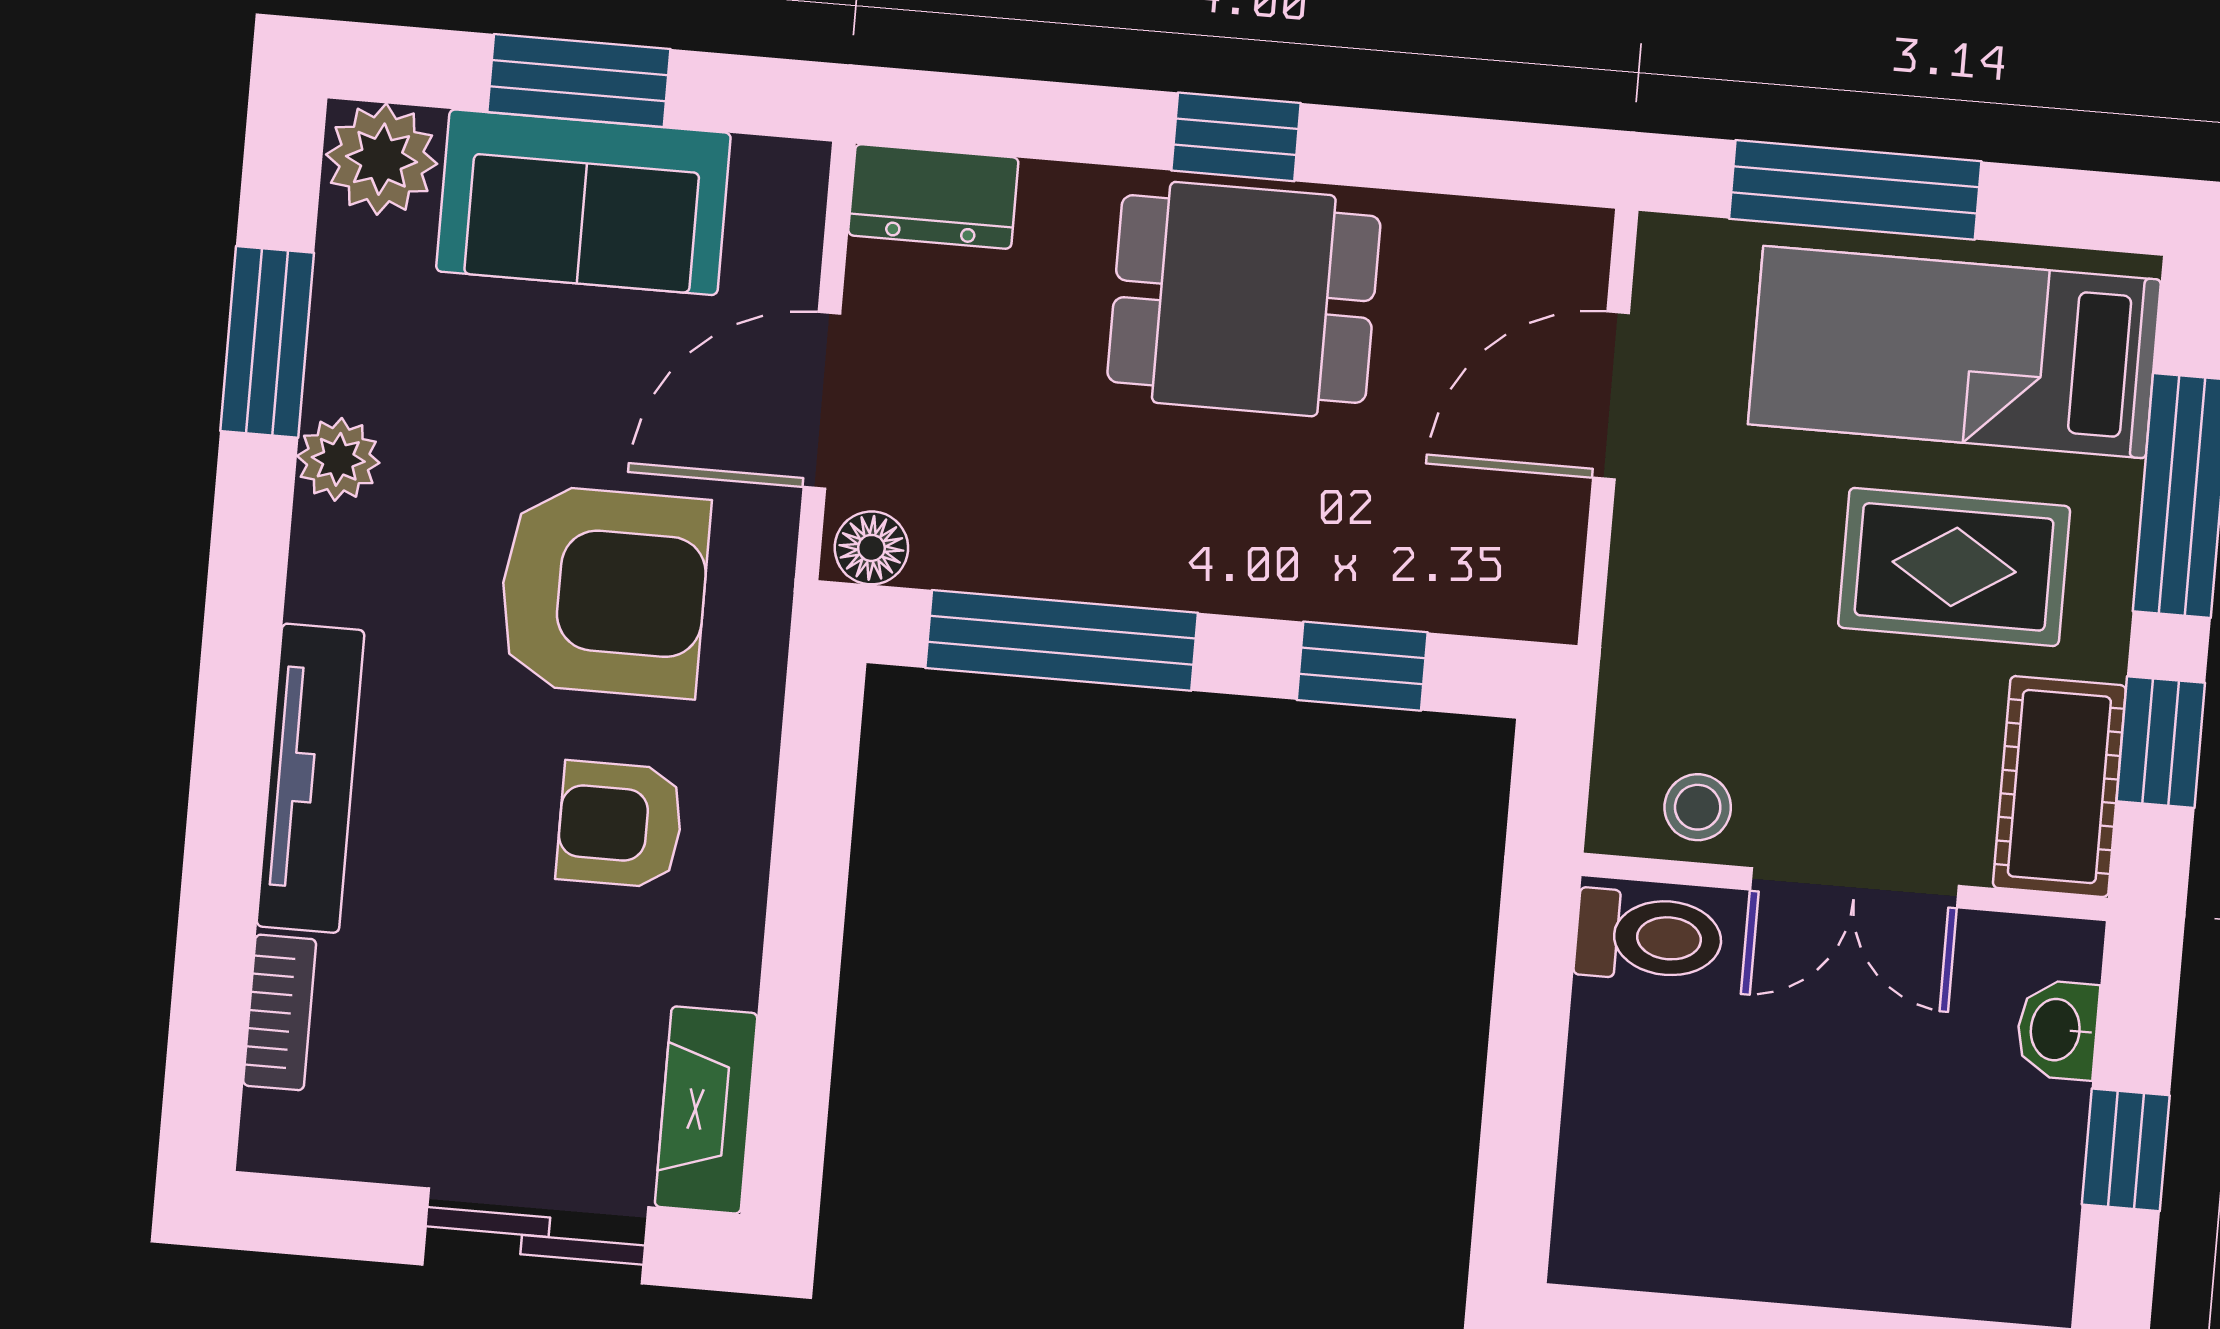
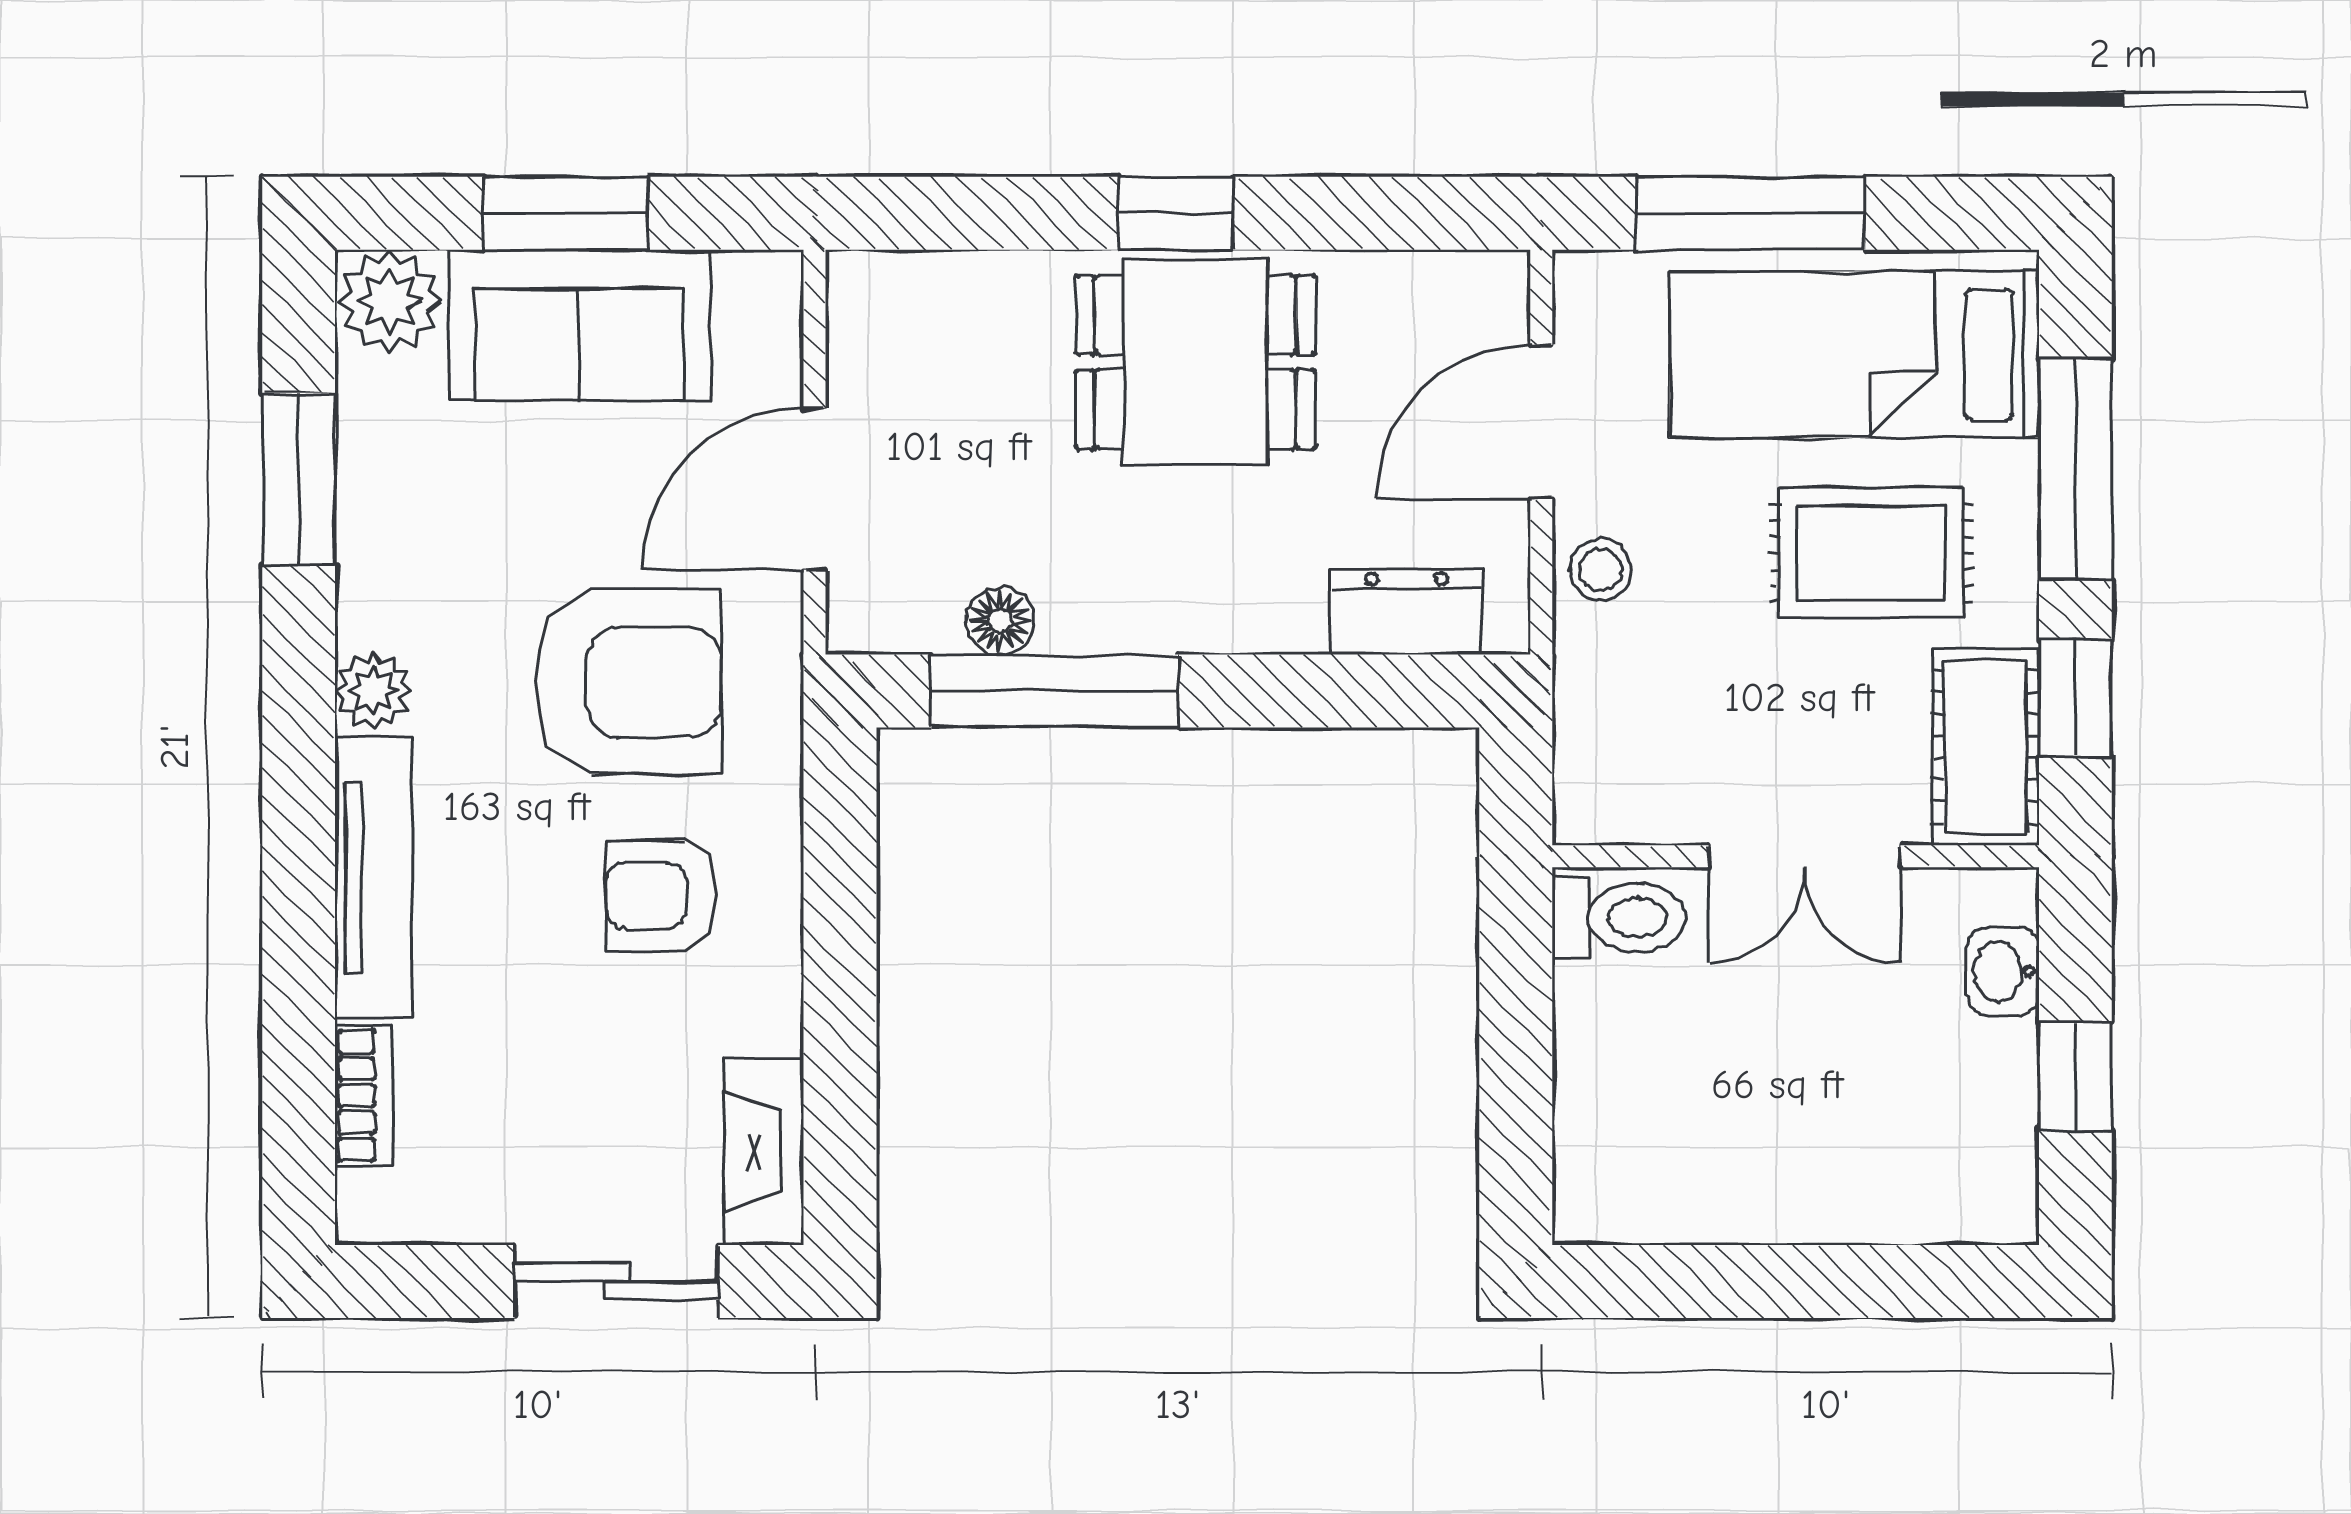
dresser: (933, 196) -> (1407, 612), moved, turned 180
plant: (338, 459) -> (373, 691), moved
floor lamp: (871, 548) -> (1000, 621), moved
window: (1362, 666) -> (1333, 691), removed
stool: (1698, 807) -> (1601, 570), moved

